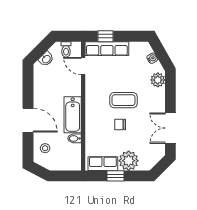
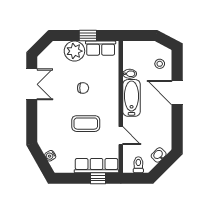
door: (83, 66) -> (121, 136), moved
plant: (158, 80) -> (45, 134), removed
coffee table: (124, 100) -> (86, 124), moved

